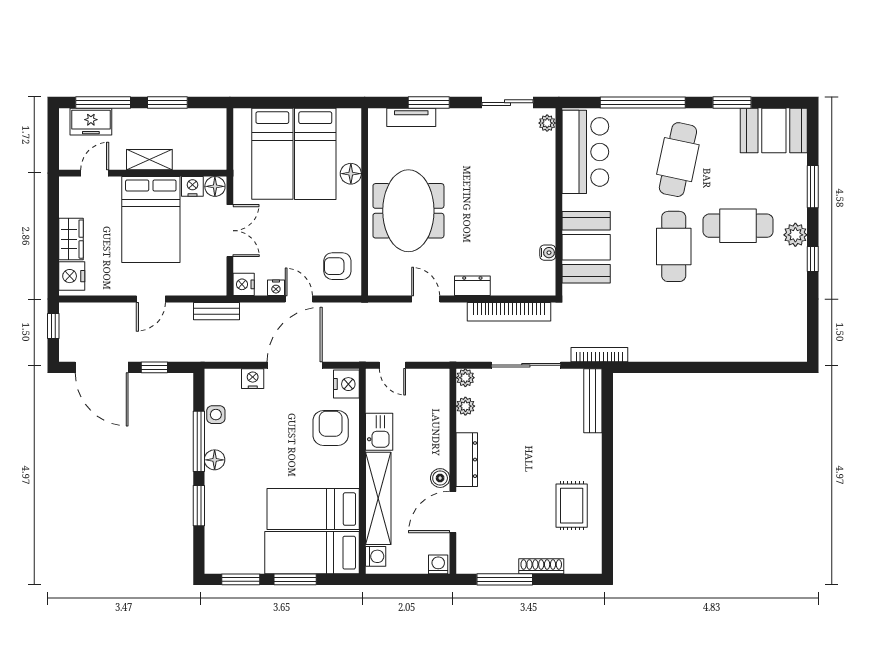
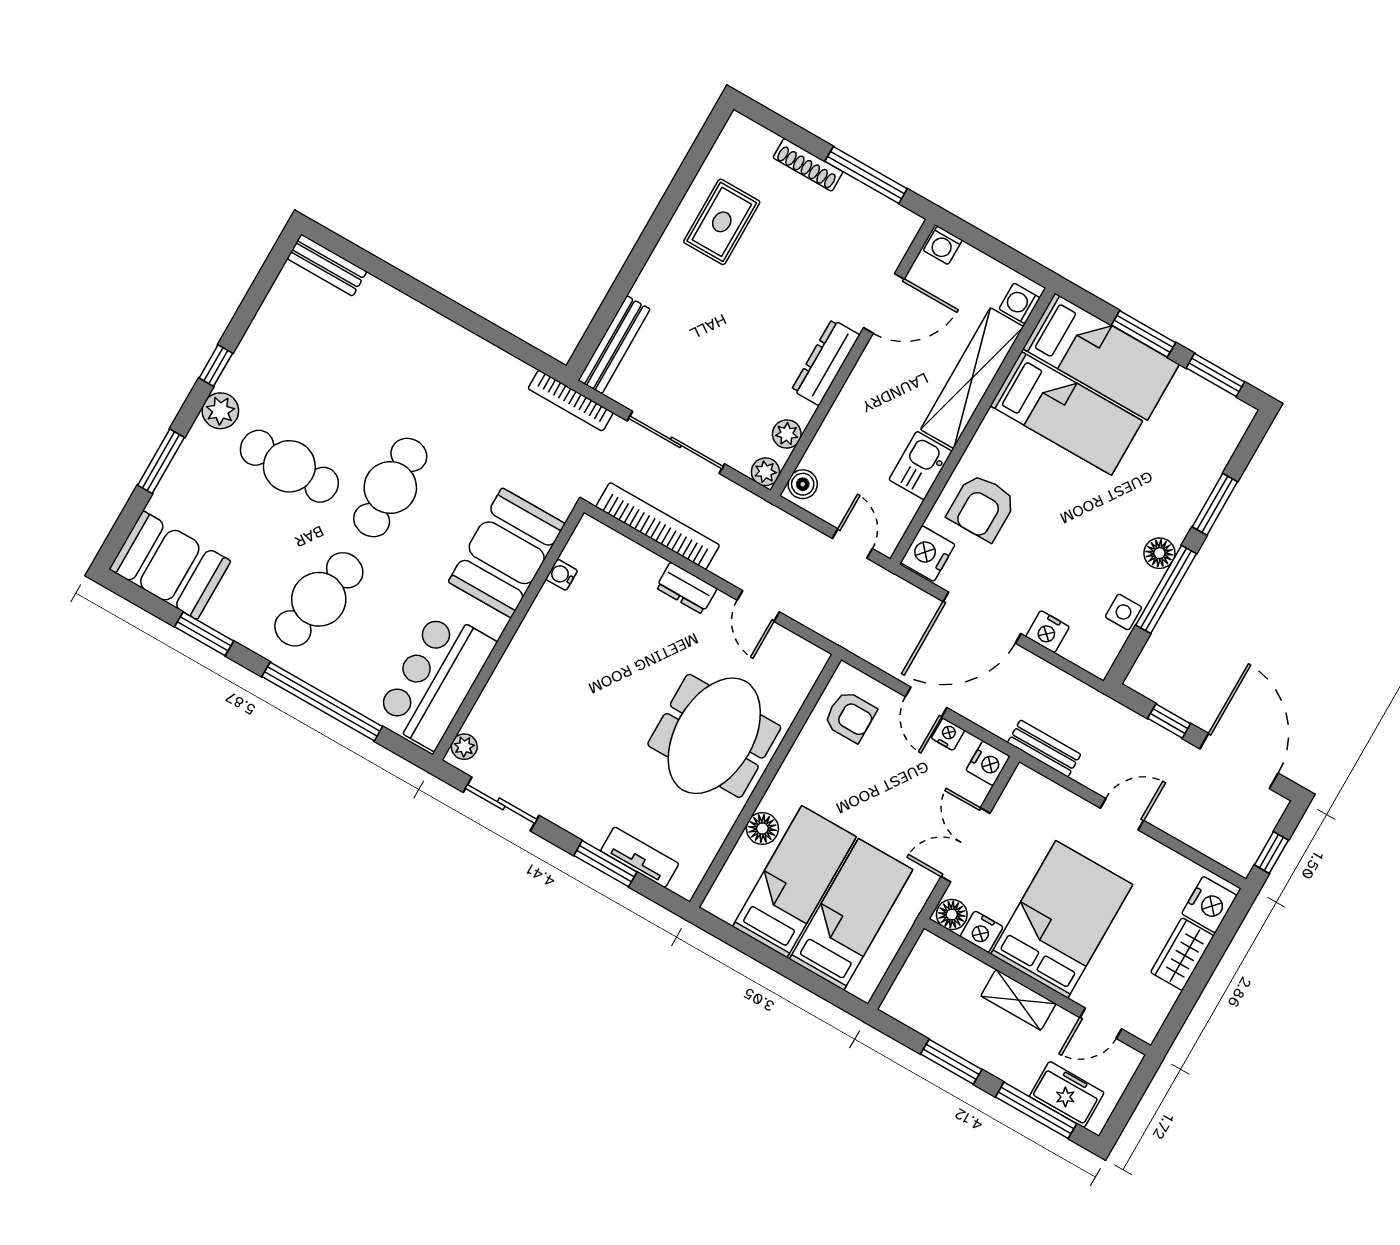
bench: (782, 352) -> (327, 265), added
boiler: (440, 478) -> (803, 484), moved

